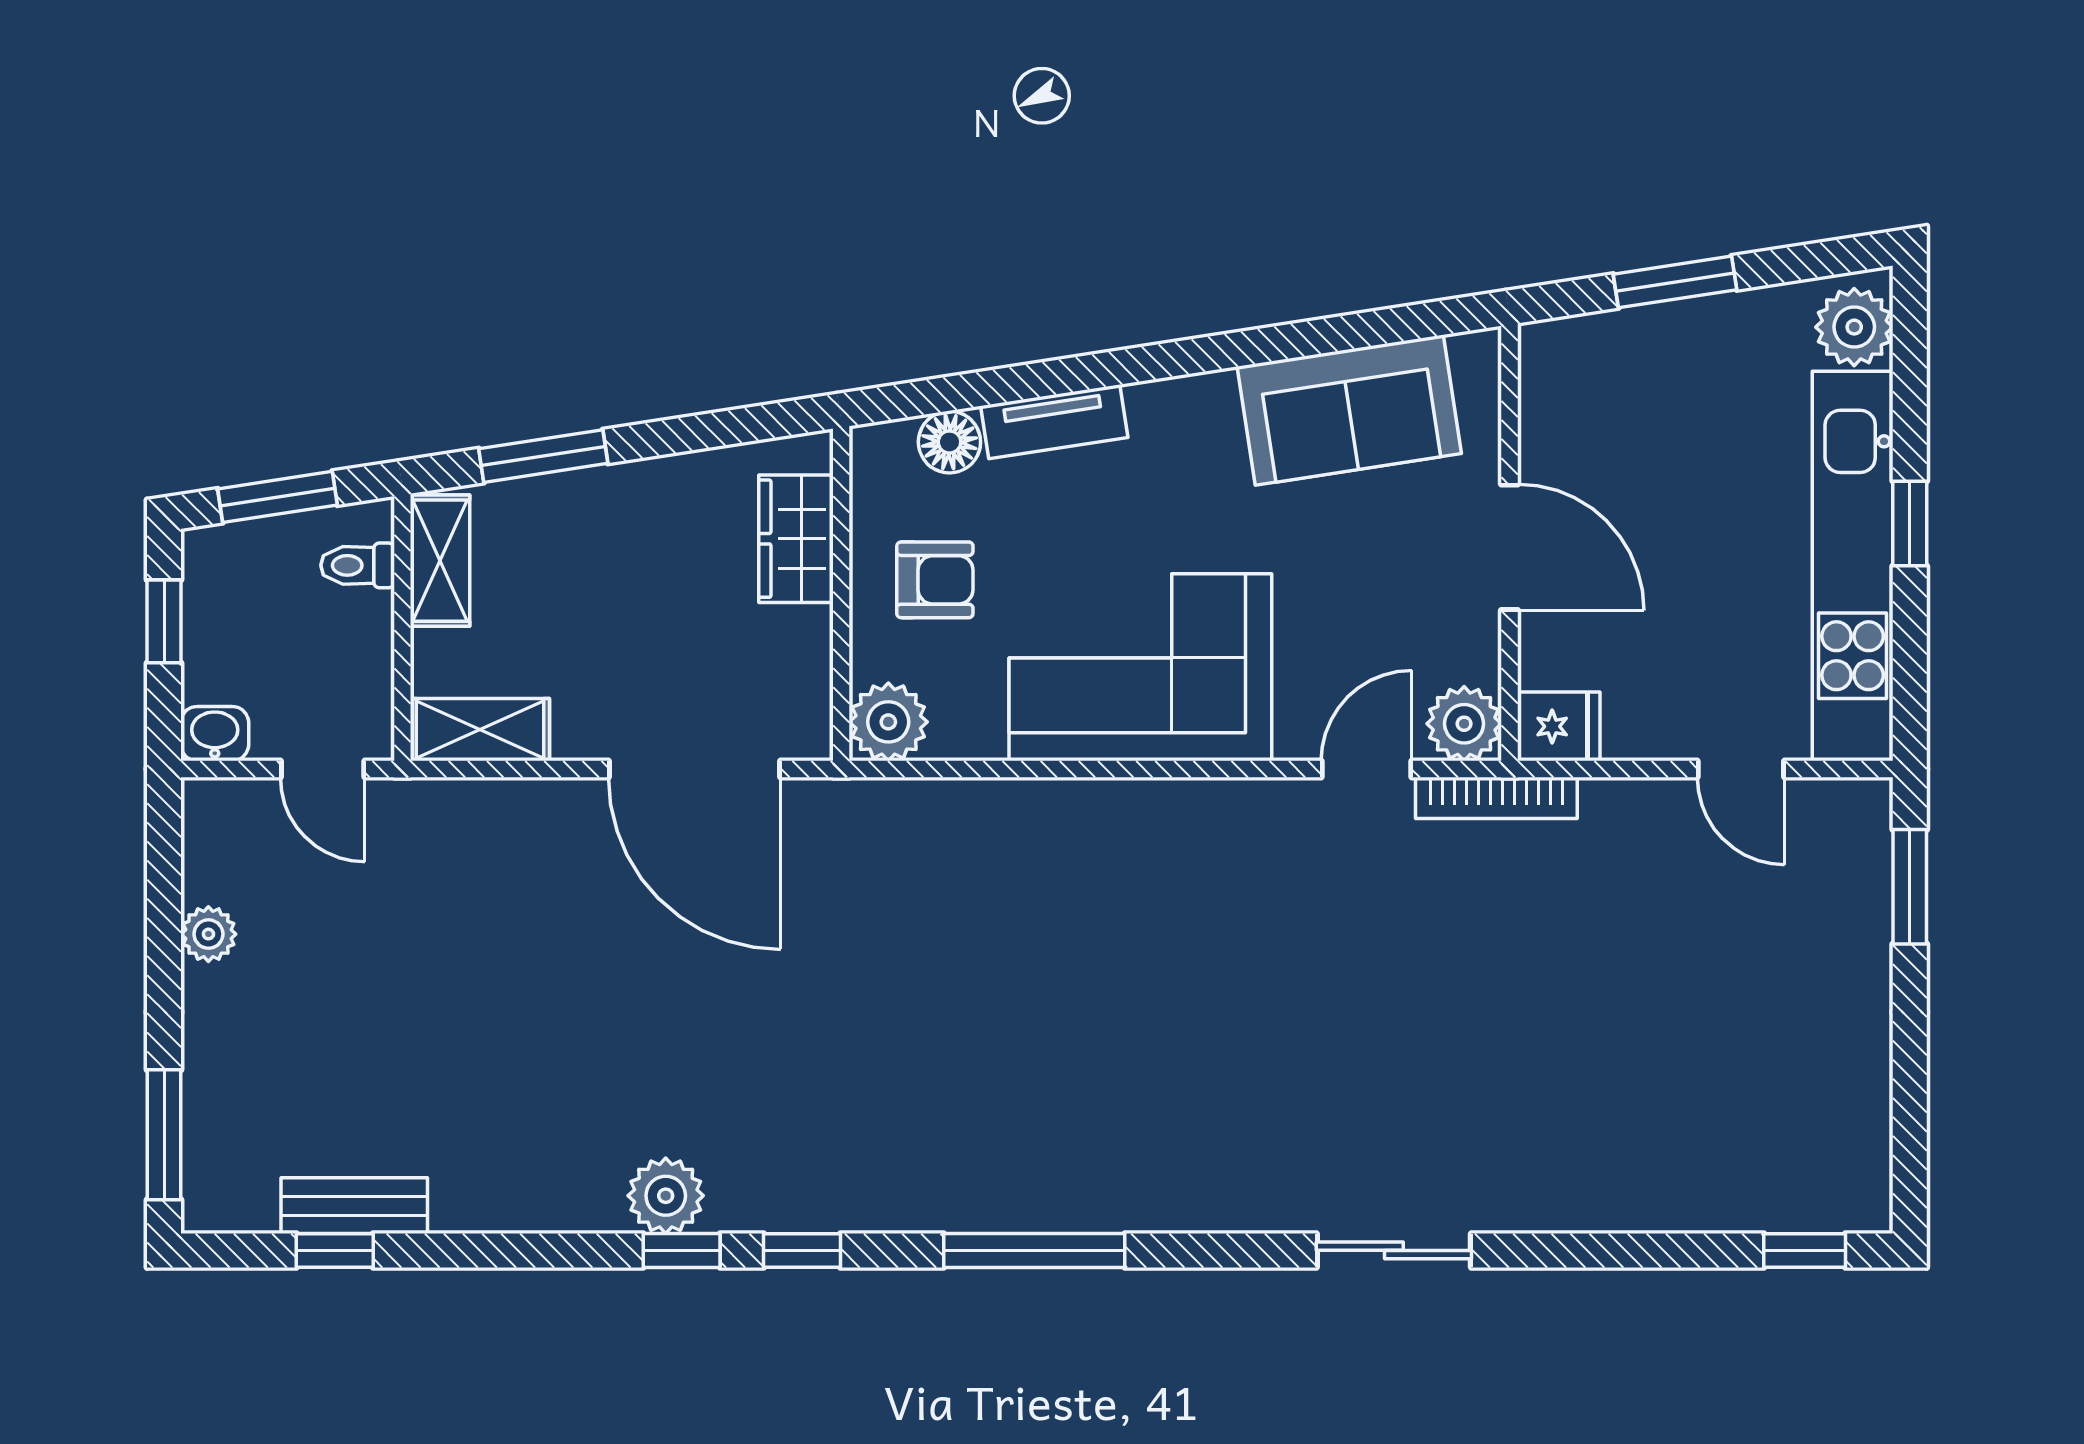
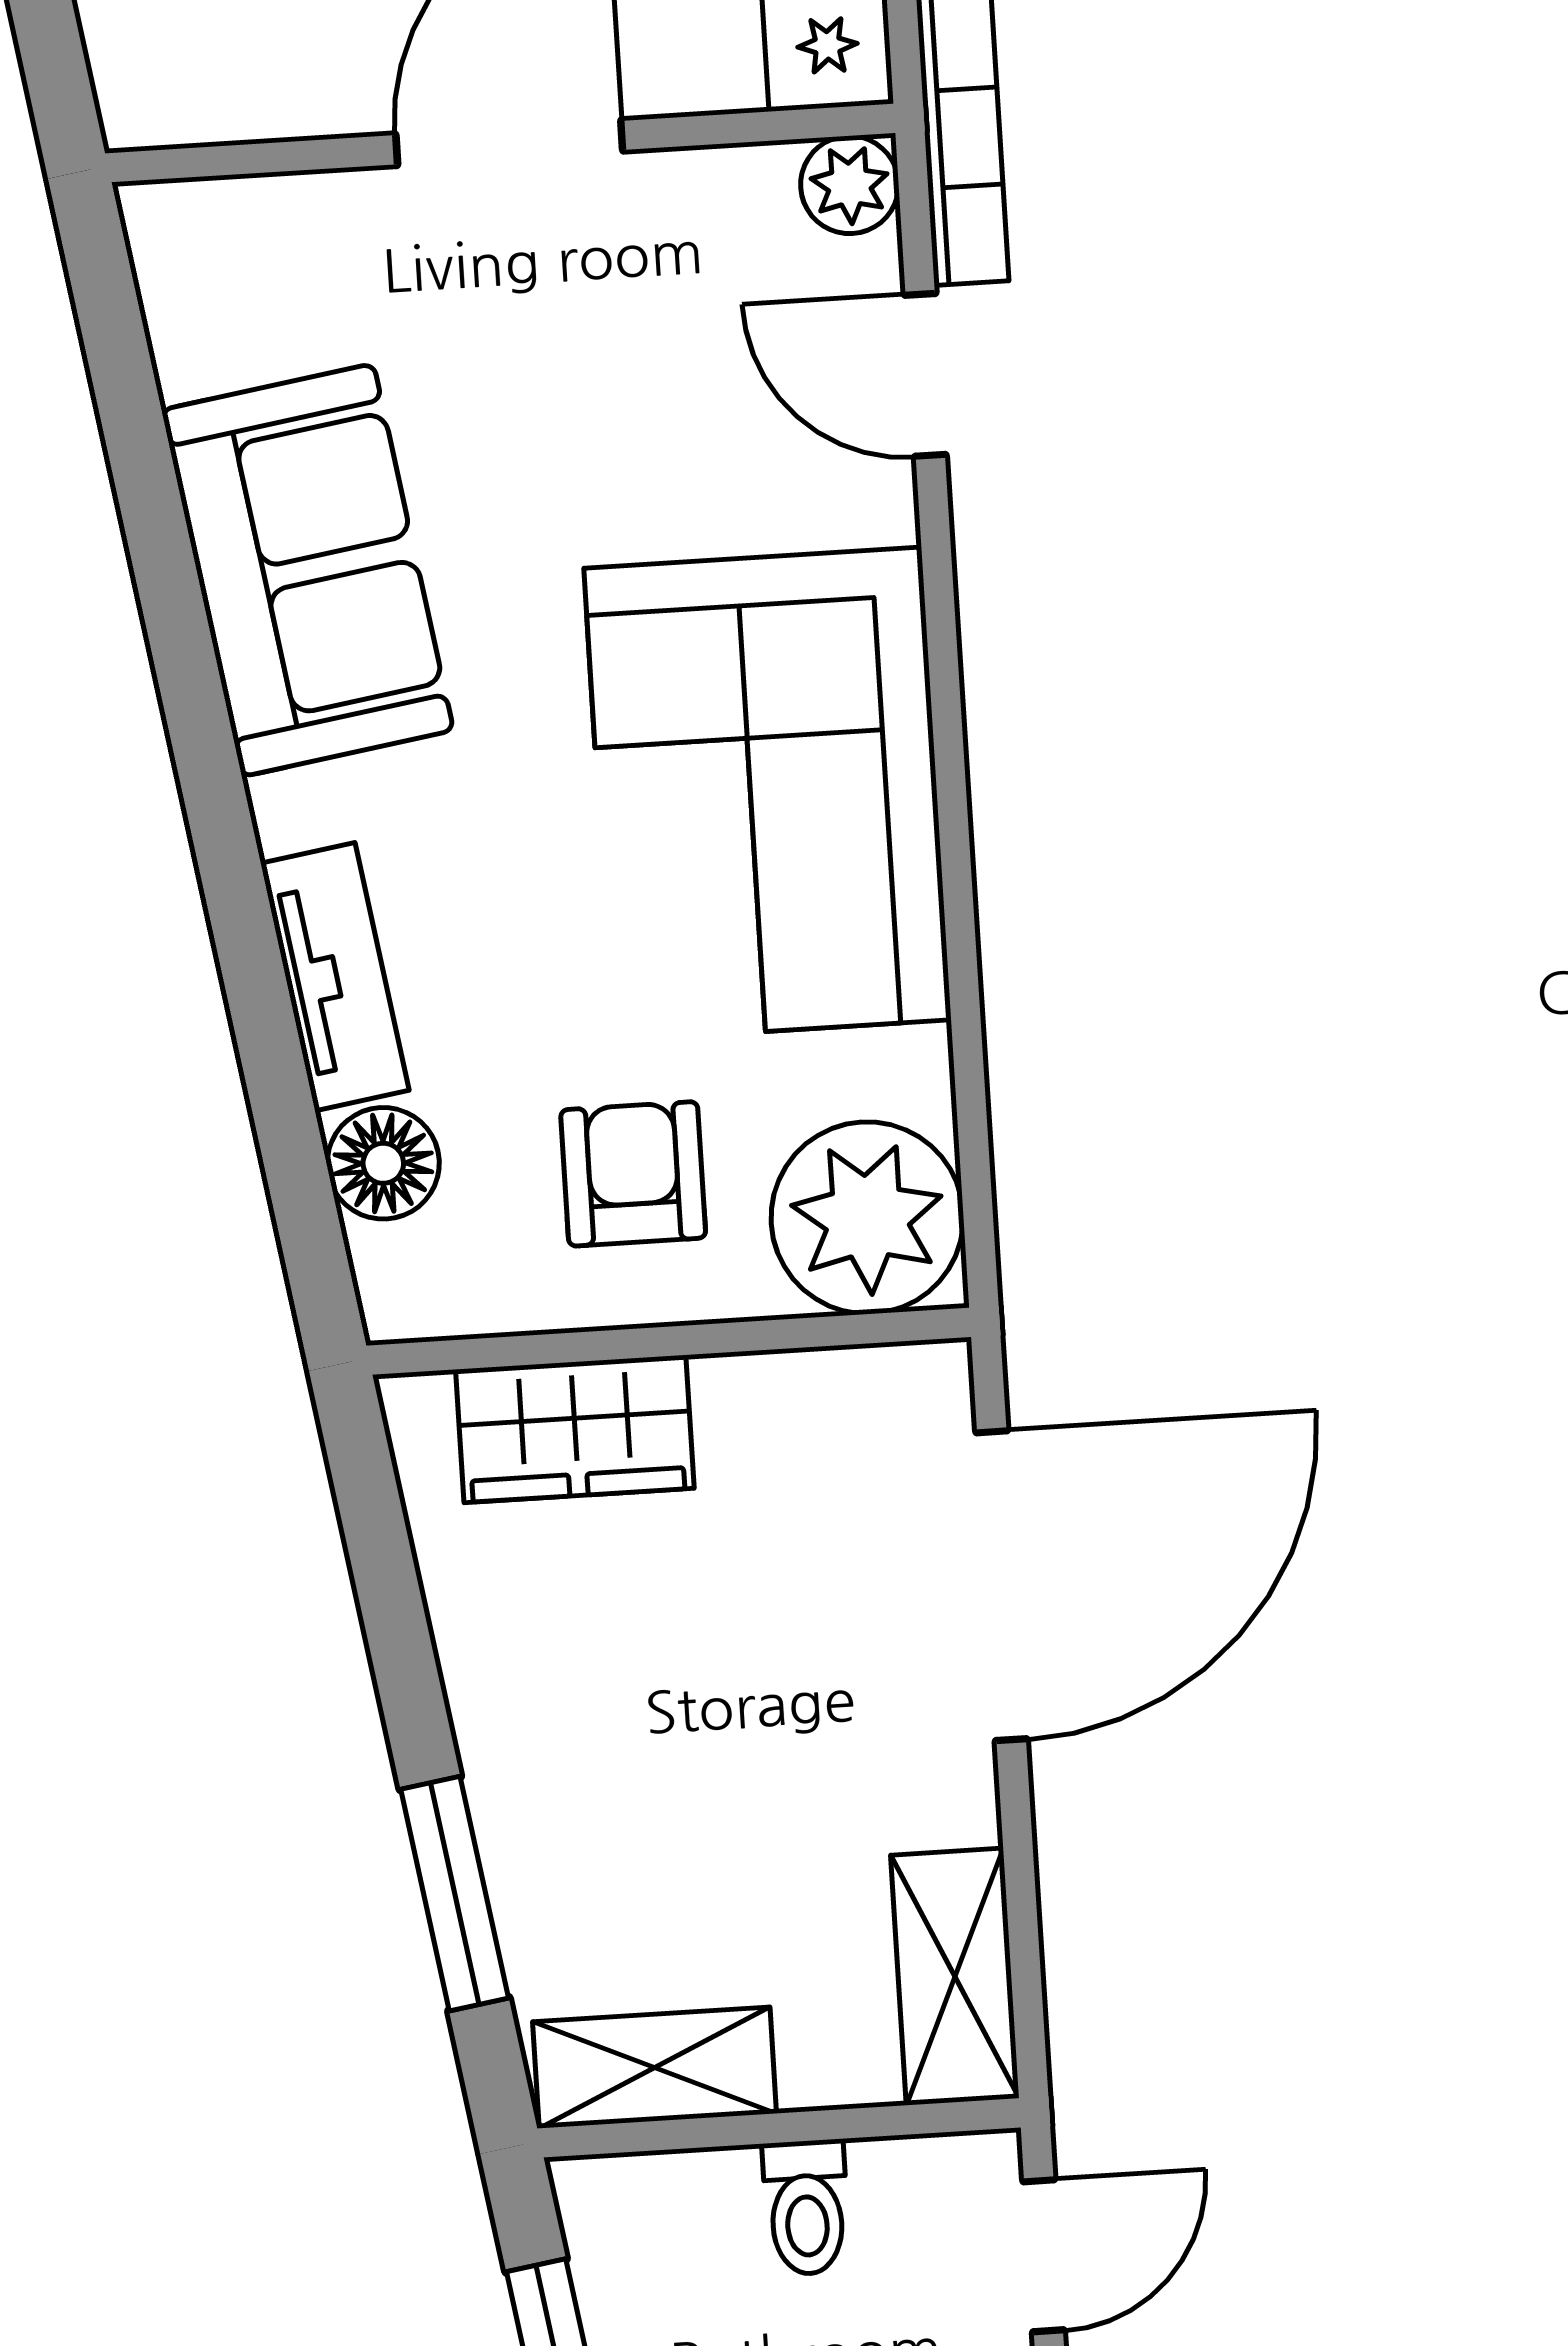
sofa: (1349, 410) -> (307, 570), moved
toilet: (358, 565) -> (806, 2207), moved
plant: (888, 722) -> (867, 1218), width x1.36, depth x1.36
plant: (1464, 724) -> (850, 185), width x0.73, depth x0.73

